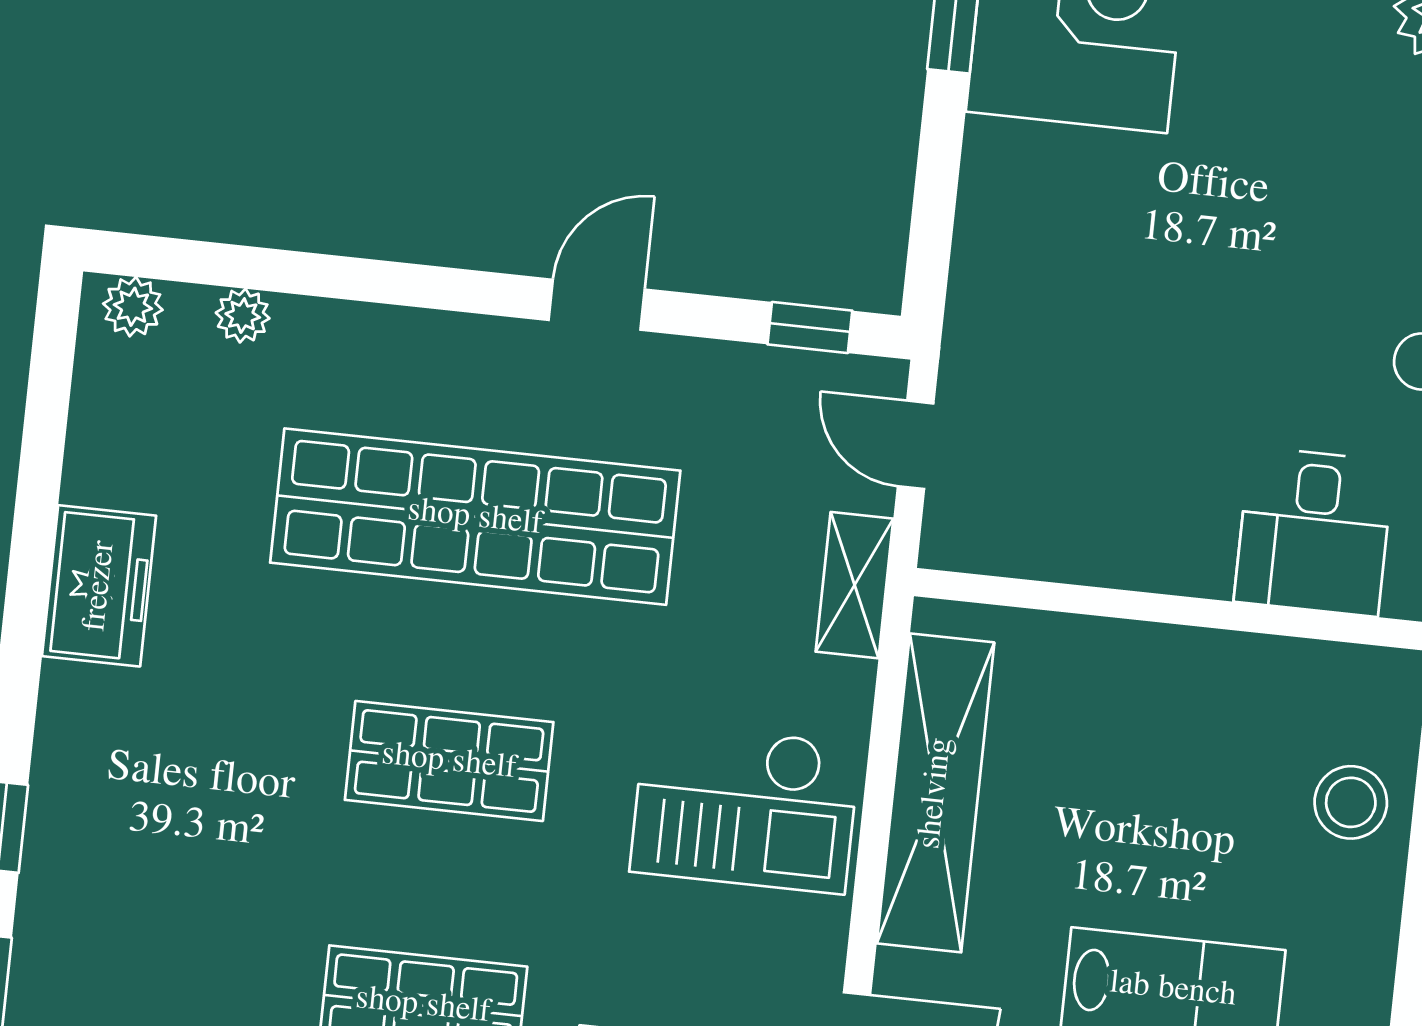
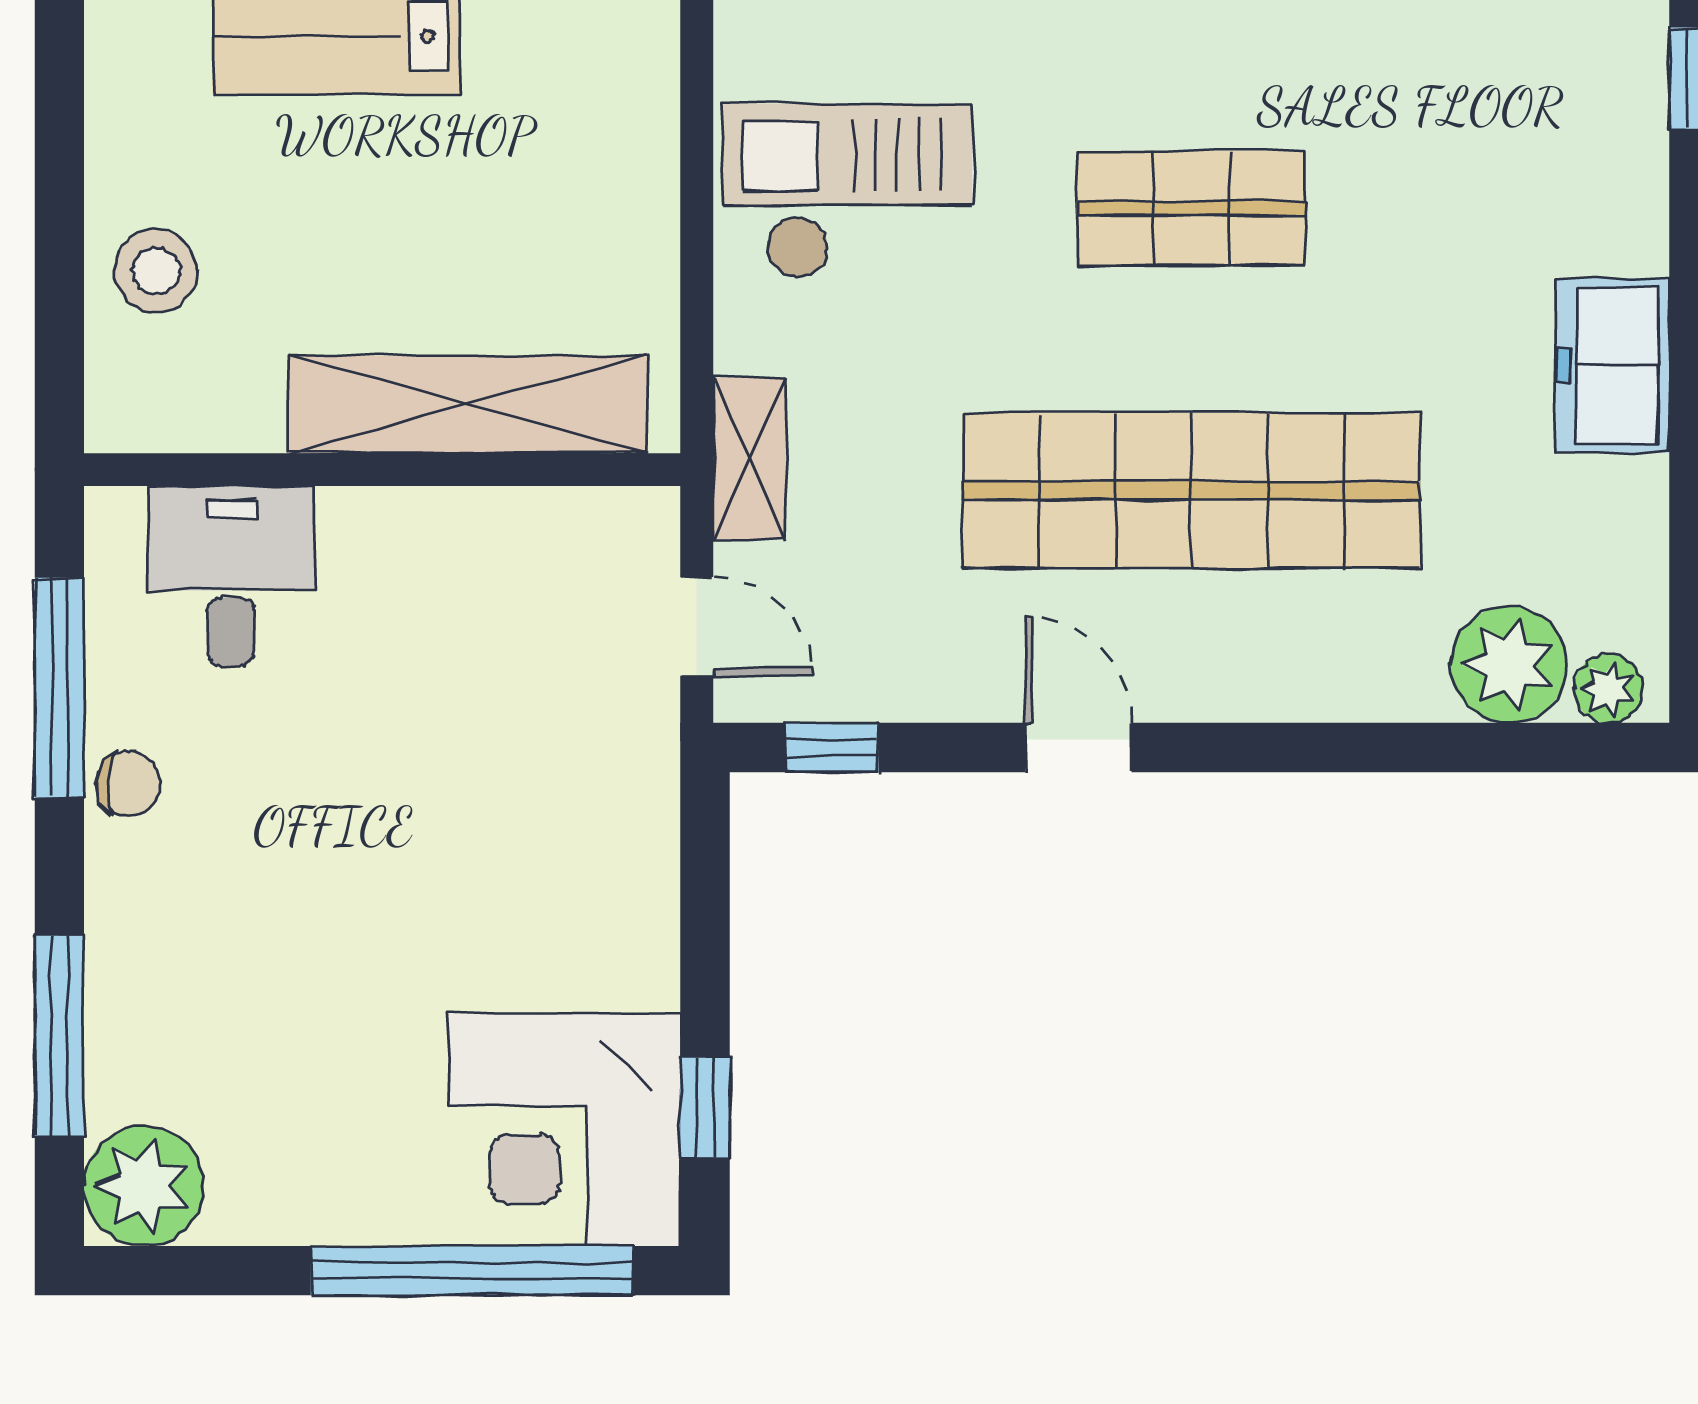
door: (597, 305) -> (1078, 748), swing flipped
plant: (243, 316) -> (1509, 665), width x1.87, depth x1.87
shelving: (935, 793) -> (468, 404), moved, turned 90

